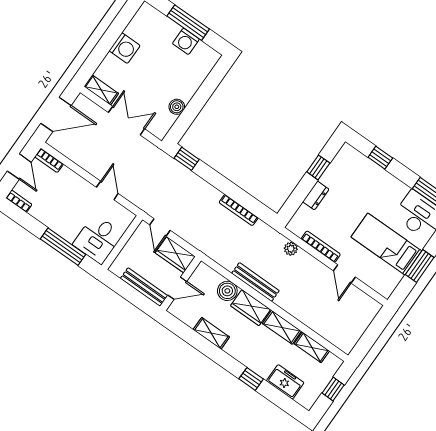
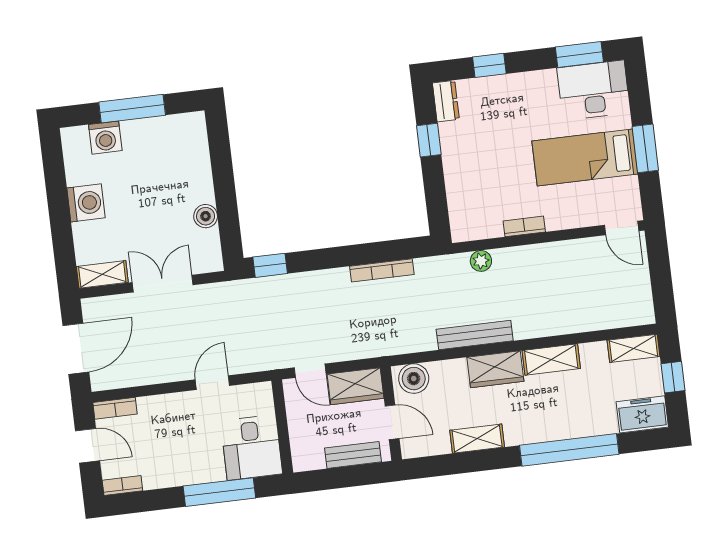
washing machine: (186, 41) -> (105, 138), moved
door: (107, 190) -> (212, 383), hinge flipped
dresser: (316, 195) -> (446, 101), moved
bookcase: (321, 247) -> (524, 226), width x0.64
door: (344, 274) -> (622, 228), moved
bench: (144, 287) -> (353, 455), width x0.73
door: (177, 288) -> (392, 422), hinge flipped
boiler: (227, 291) -> (414, 379), moved
shelving: (312, 347) -> (634, 348), moved
window: (251, 379) -> (569, 450), width x3.17
freezer: (285, 382) -> (642, 414), moved

